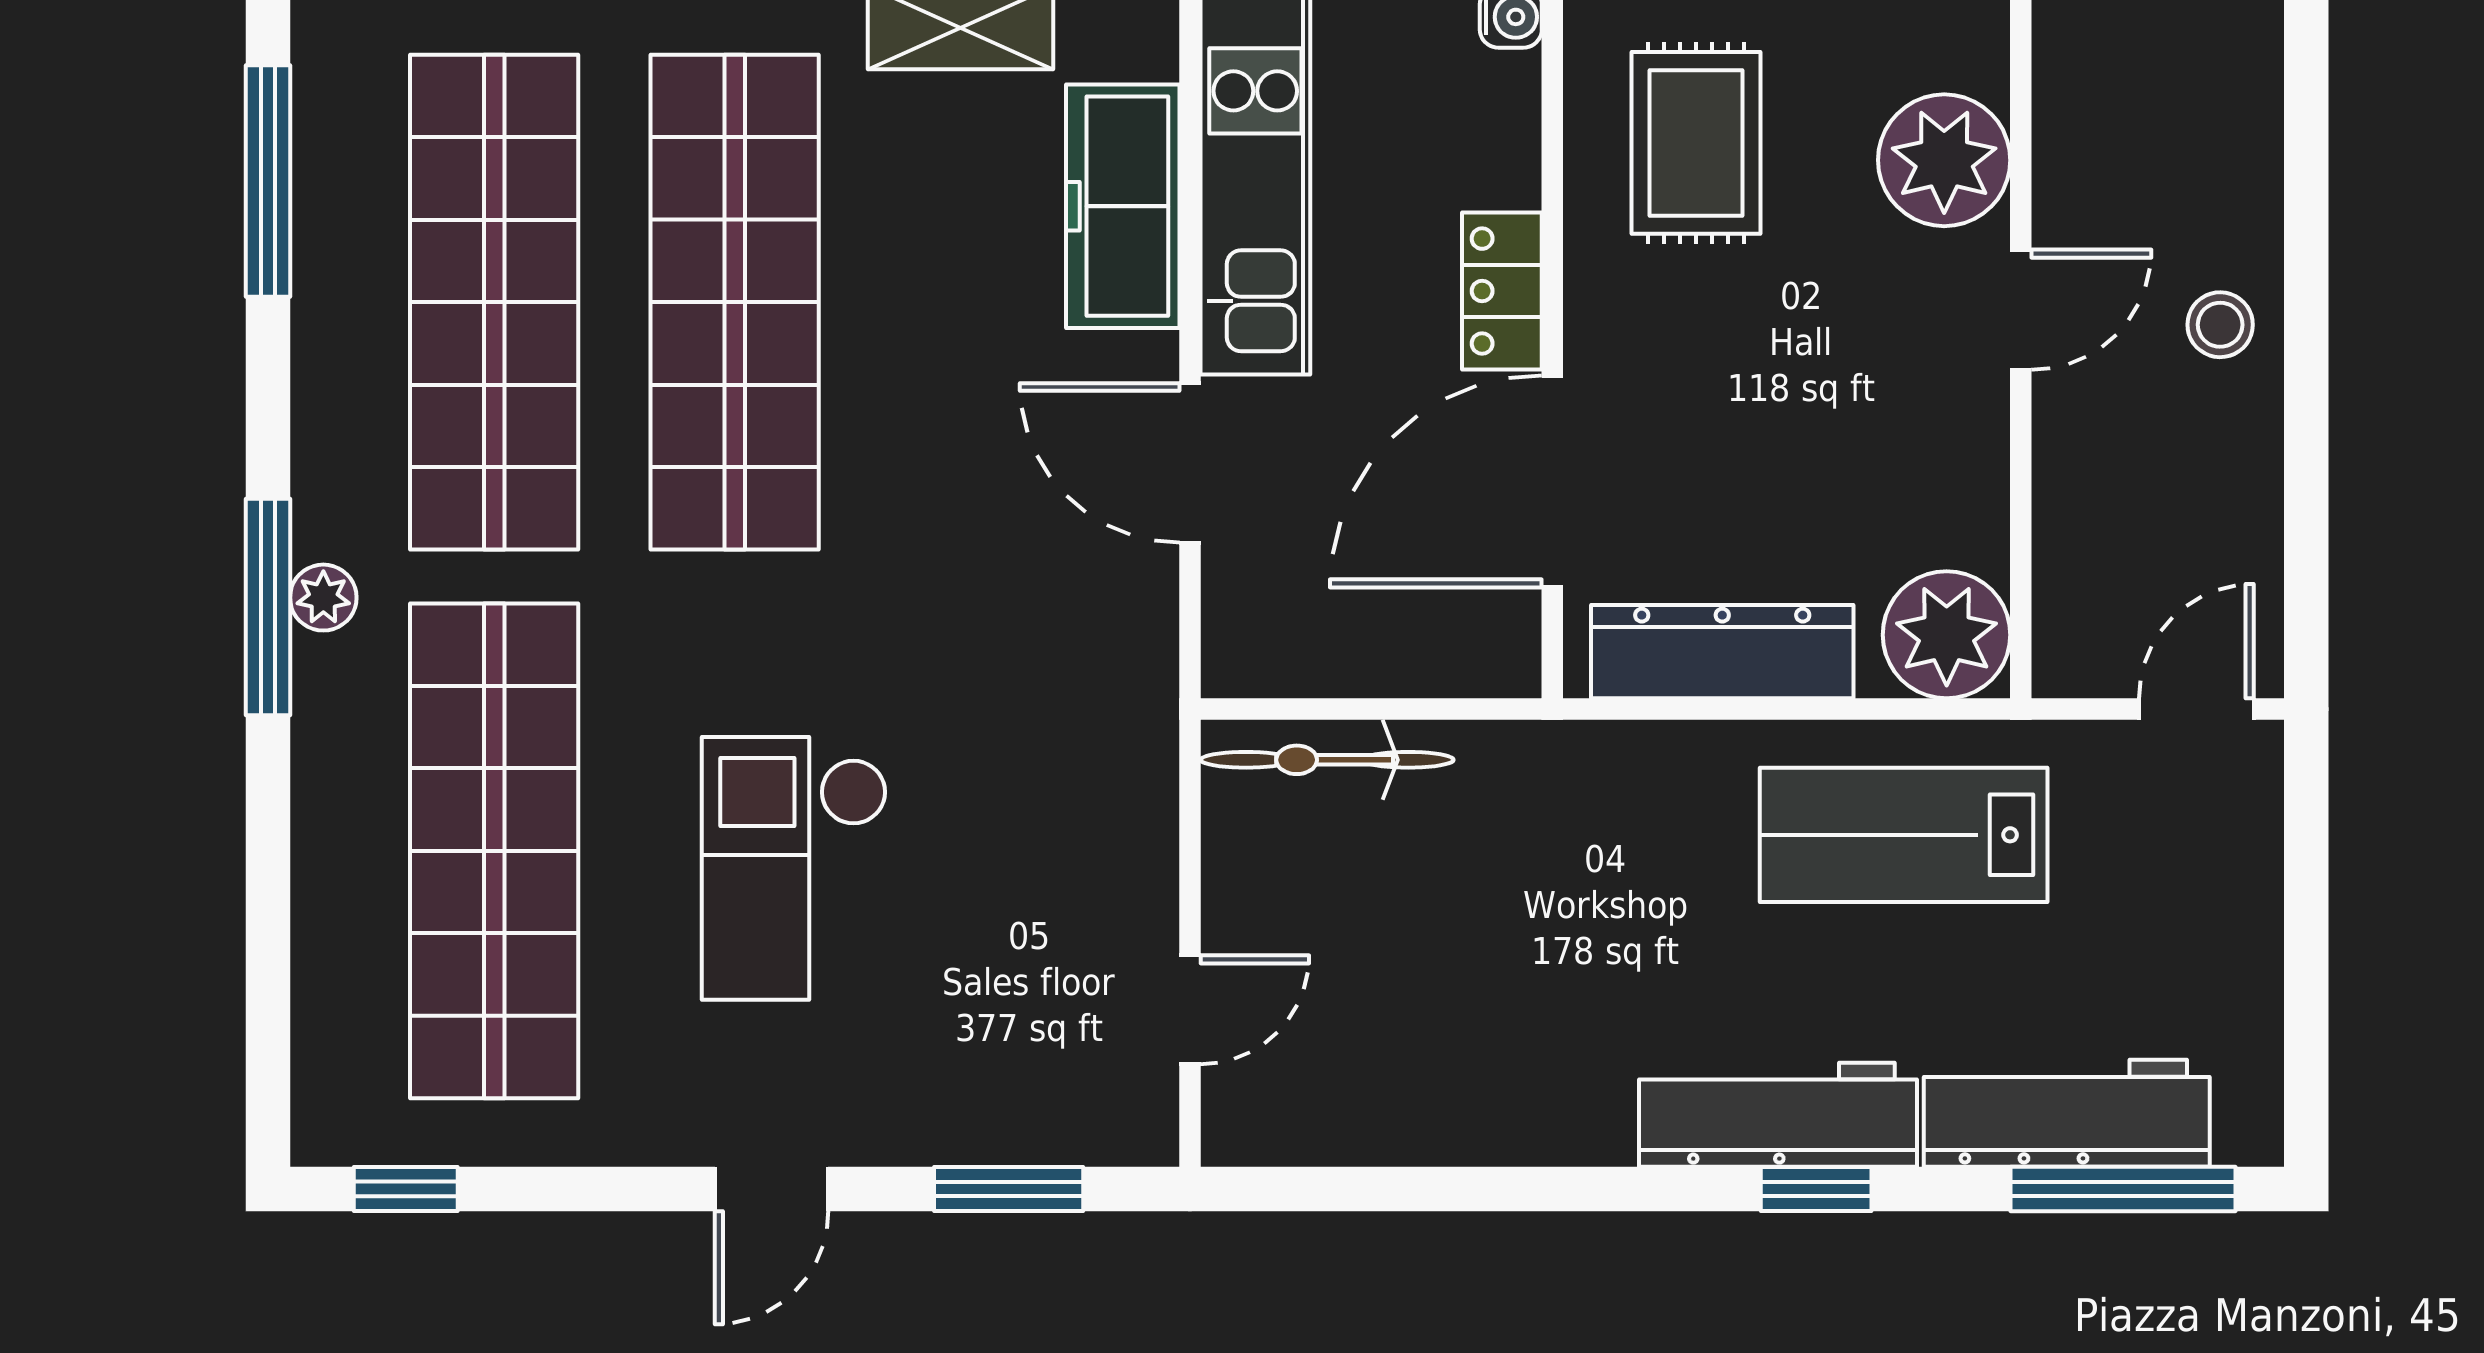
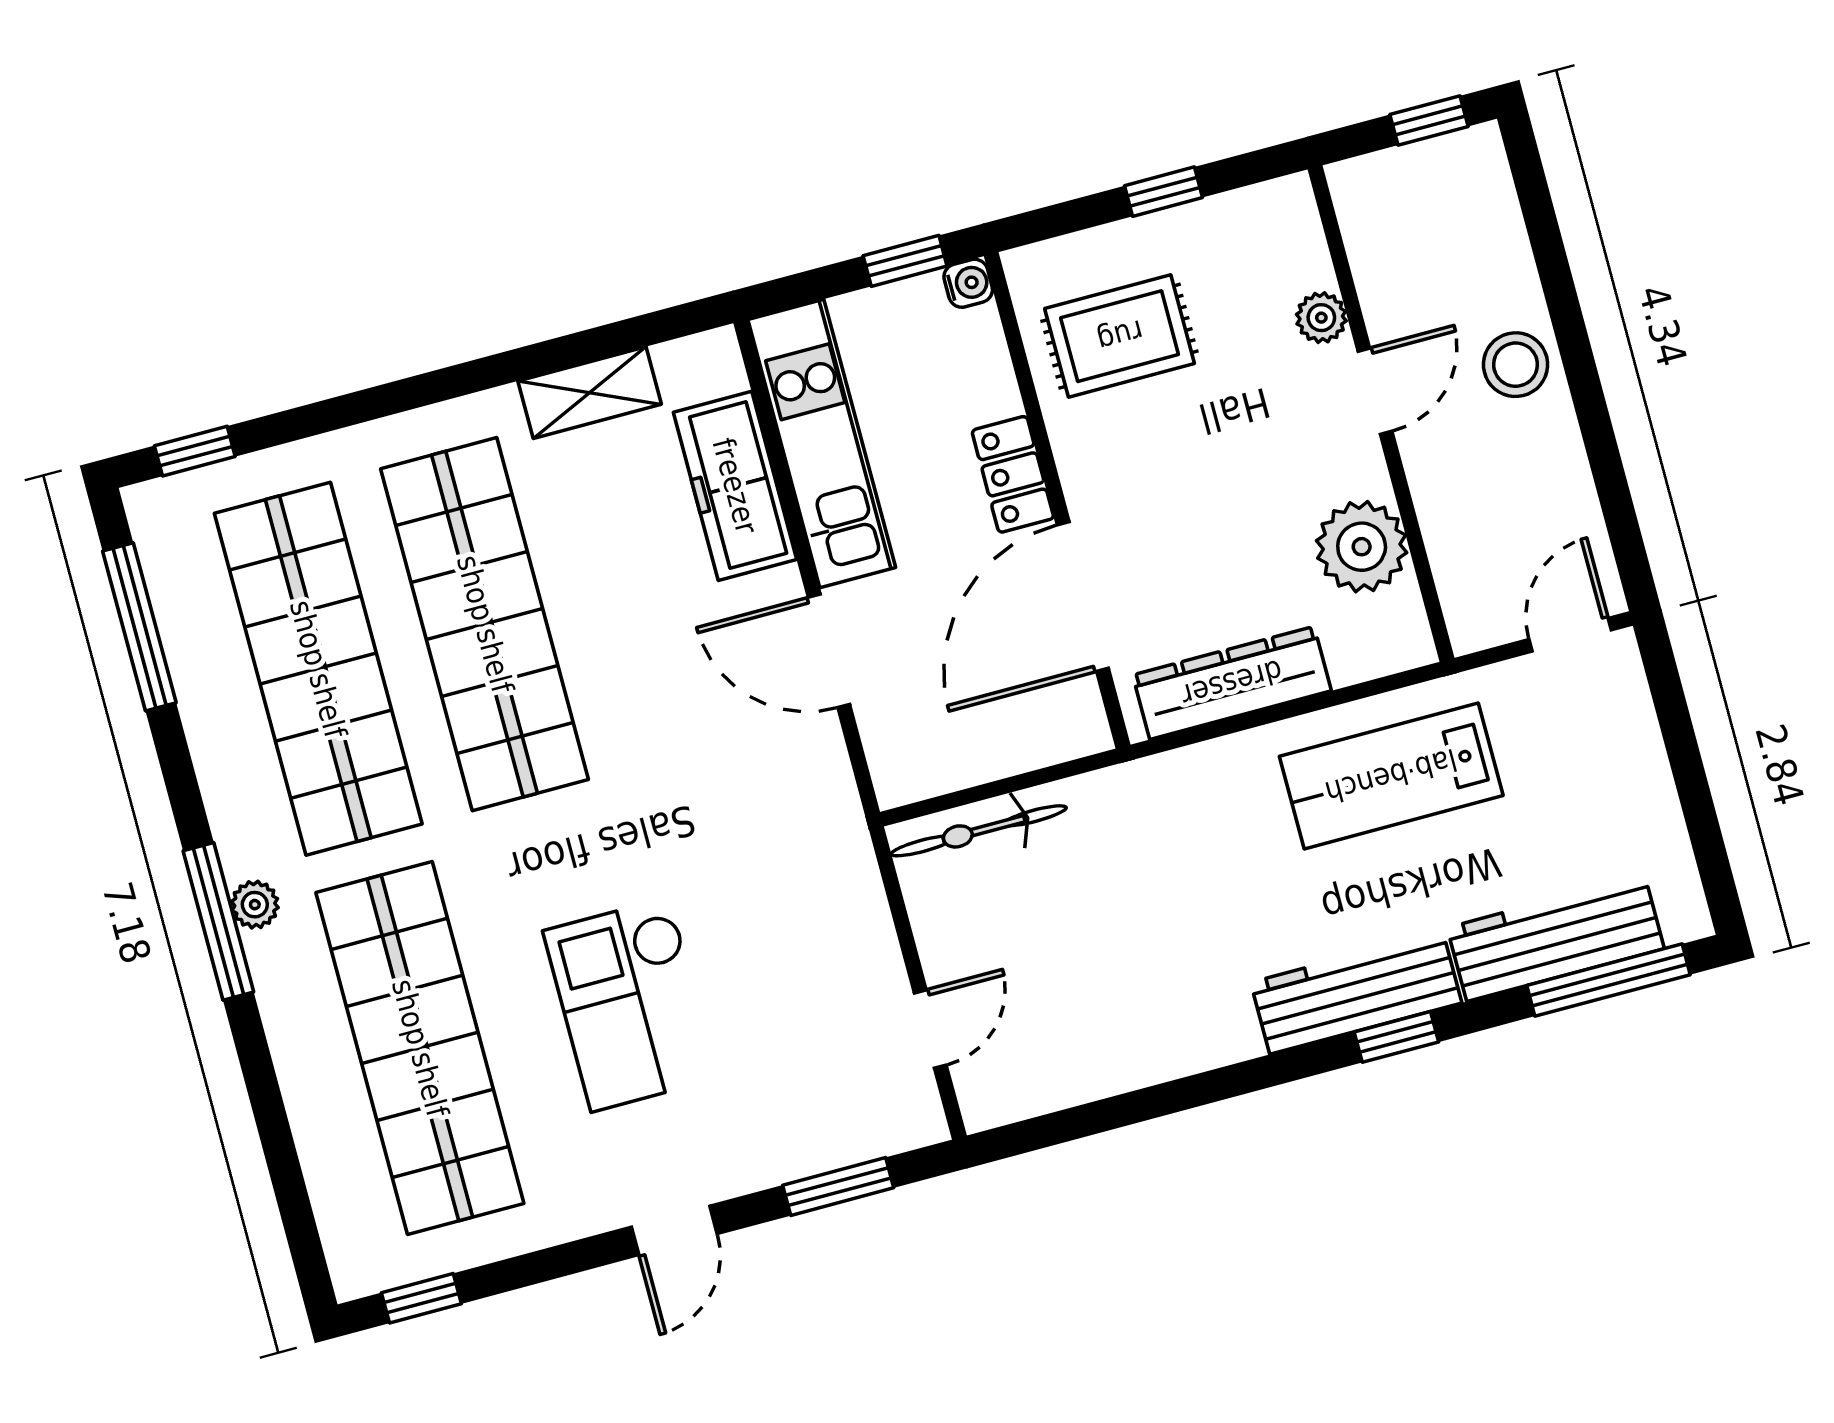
rug: (1696, 143) -> (1120, 336), turned 90
plant: (1944, 160) -> (1321, 318), width x0.53, depth x0.53
stool: (2220, 325) -> (1516, 365), width x1.37, depth x1.37
plant: (1947, 635) -> (1362, 547), moved

